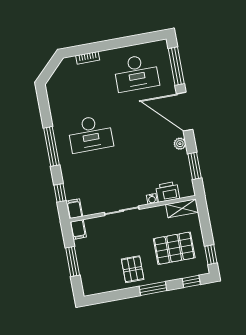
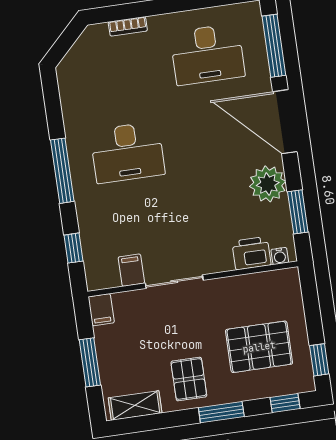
plant: (180, 144) -> (268, 184), width x1.88, depth x1.88
water cooler: (152, 199) -> (280, 256), moved
shelving: (182, 208) -> (135, 405), moved
filing cabinet: (74, 209) -> (131, 270), moved

